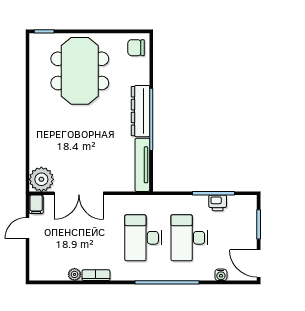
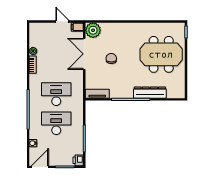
chair: (136, 48) -> (111, 59), moved
dresser: (140, 111) -> (150, 93), moved
tv unit: (142, 165) -> (97, 94), width x0.71
printer: (218, 203) -> (78, 160), moved

